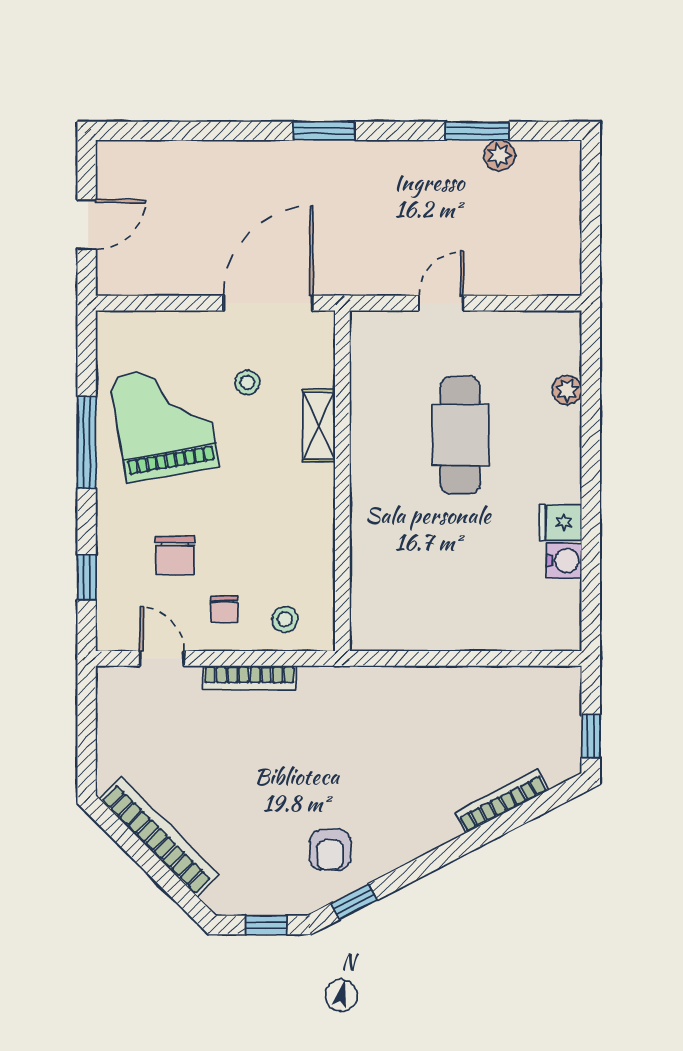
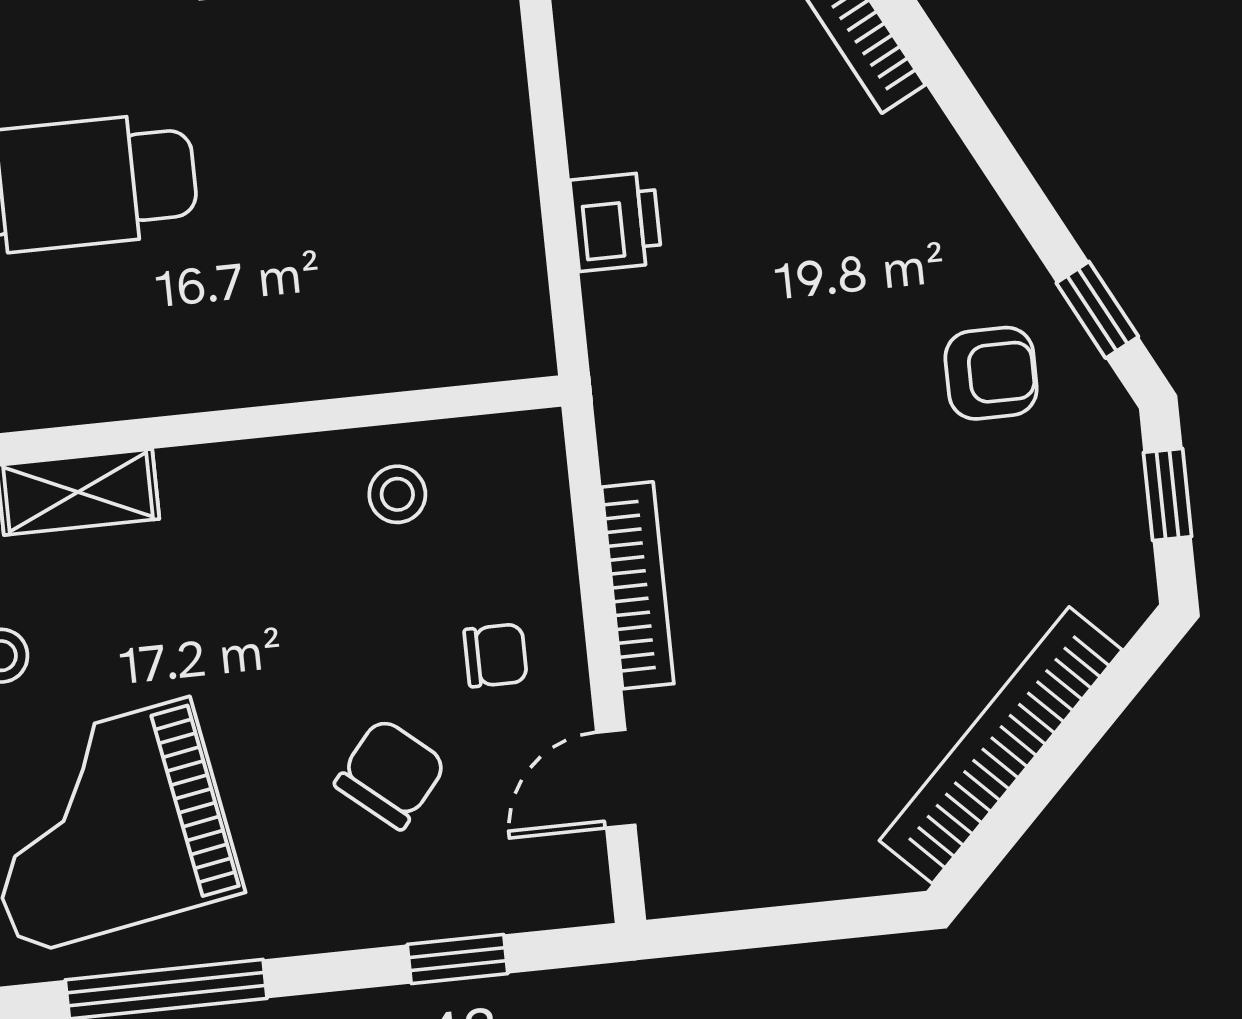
chair: (175, 555) -> (391, 774), turned -50
stool: (285, 619) -> (397, 494), moved
printer: (417, 685) -> (616, 222), added

